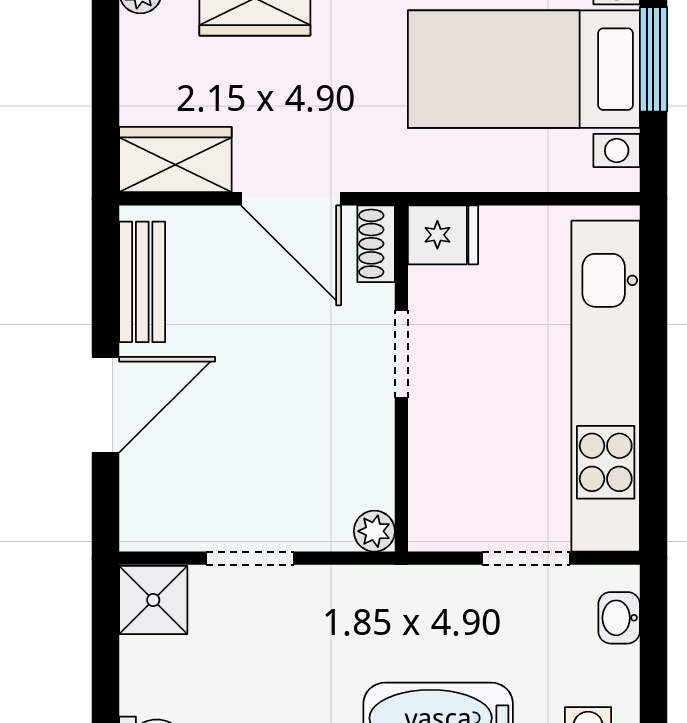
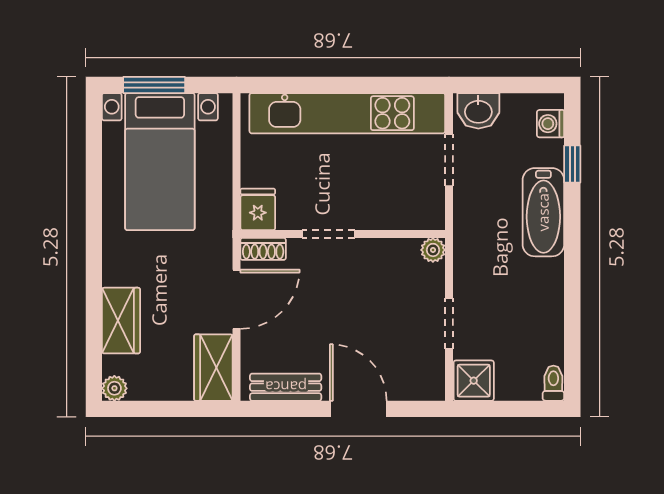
washbasin: (619, 618) -> (478, 111), width x1.38, depth x1.45

